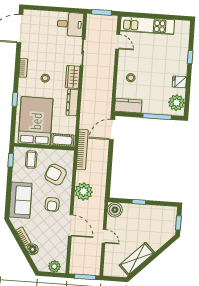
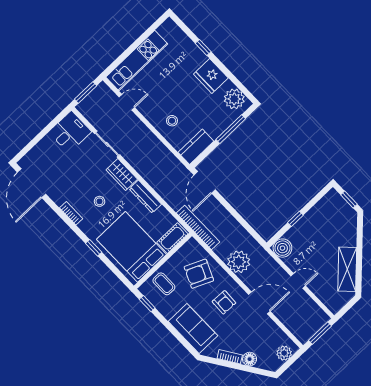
fridge: (179, 82) -> (211, 76), width x1.88, depth x1.34

